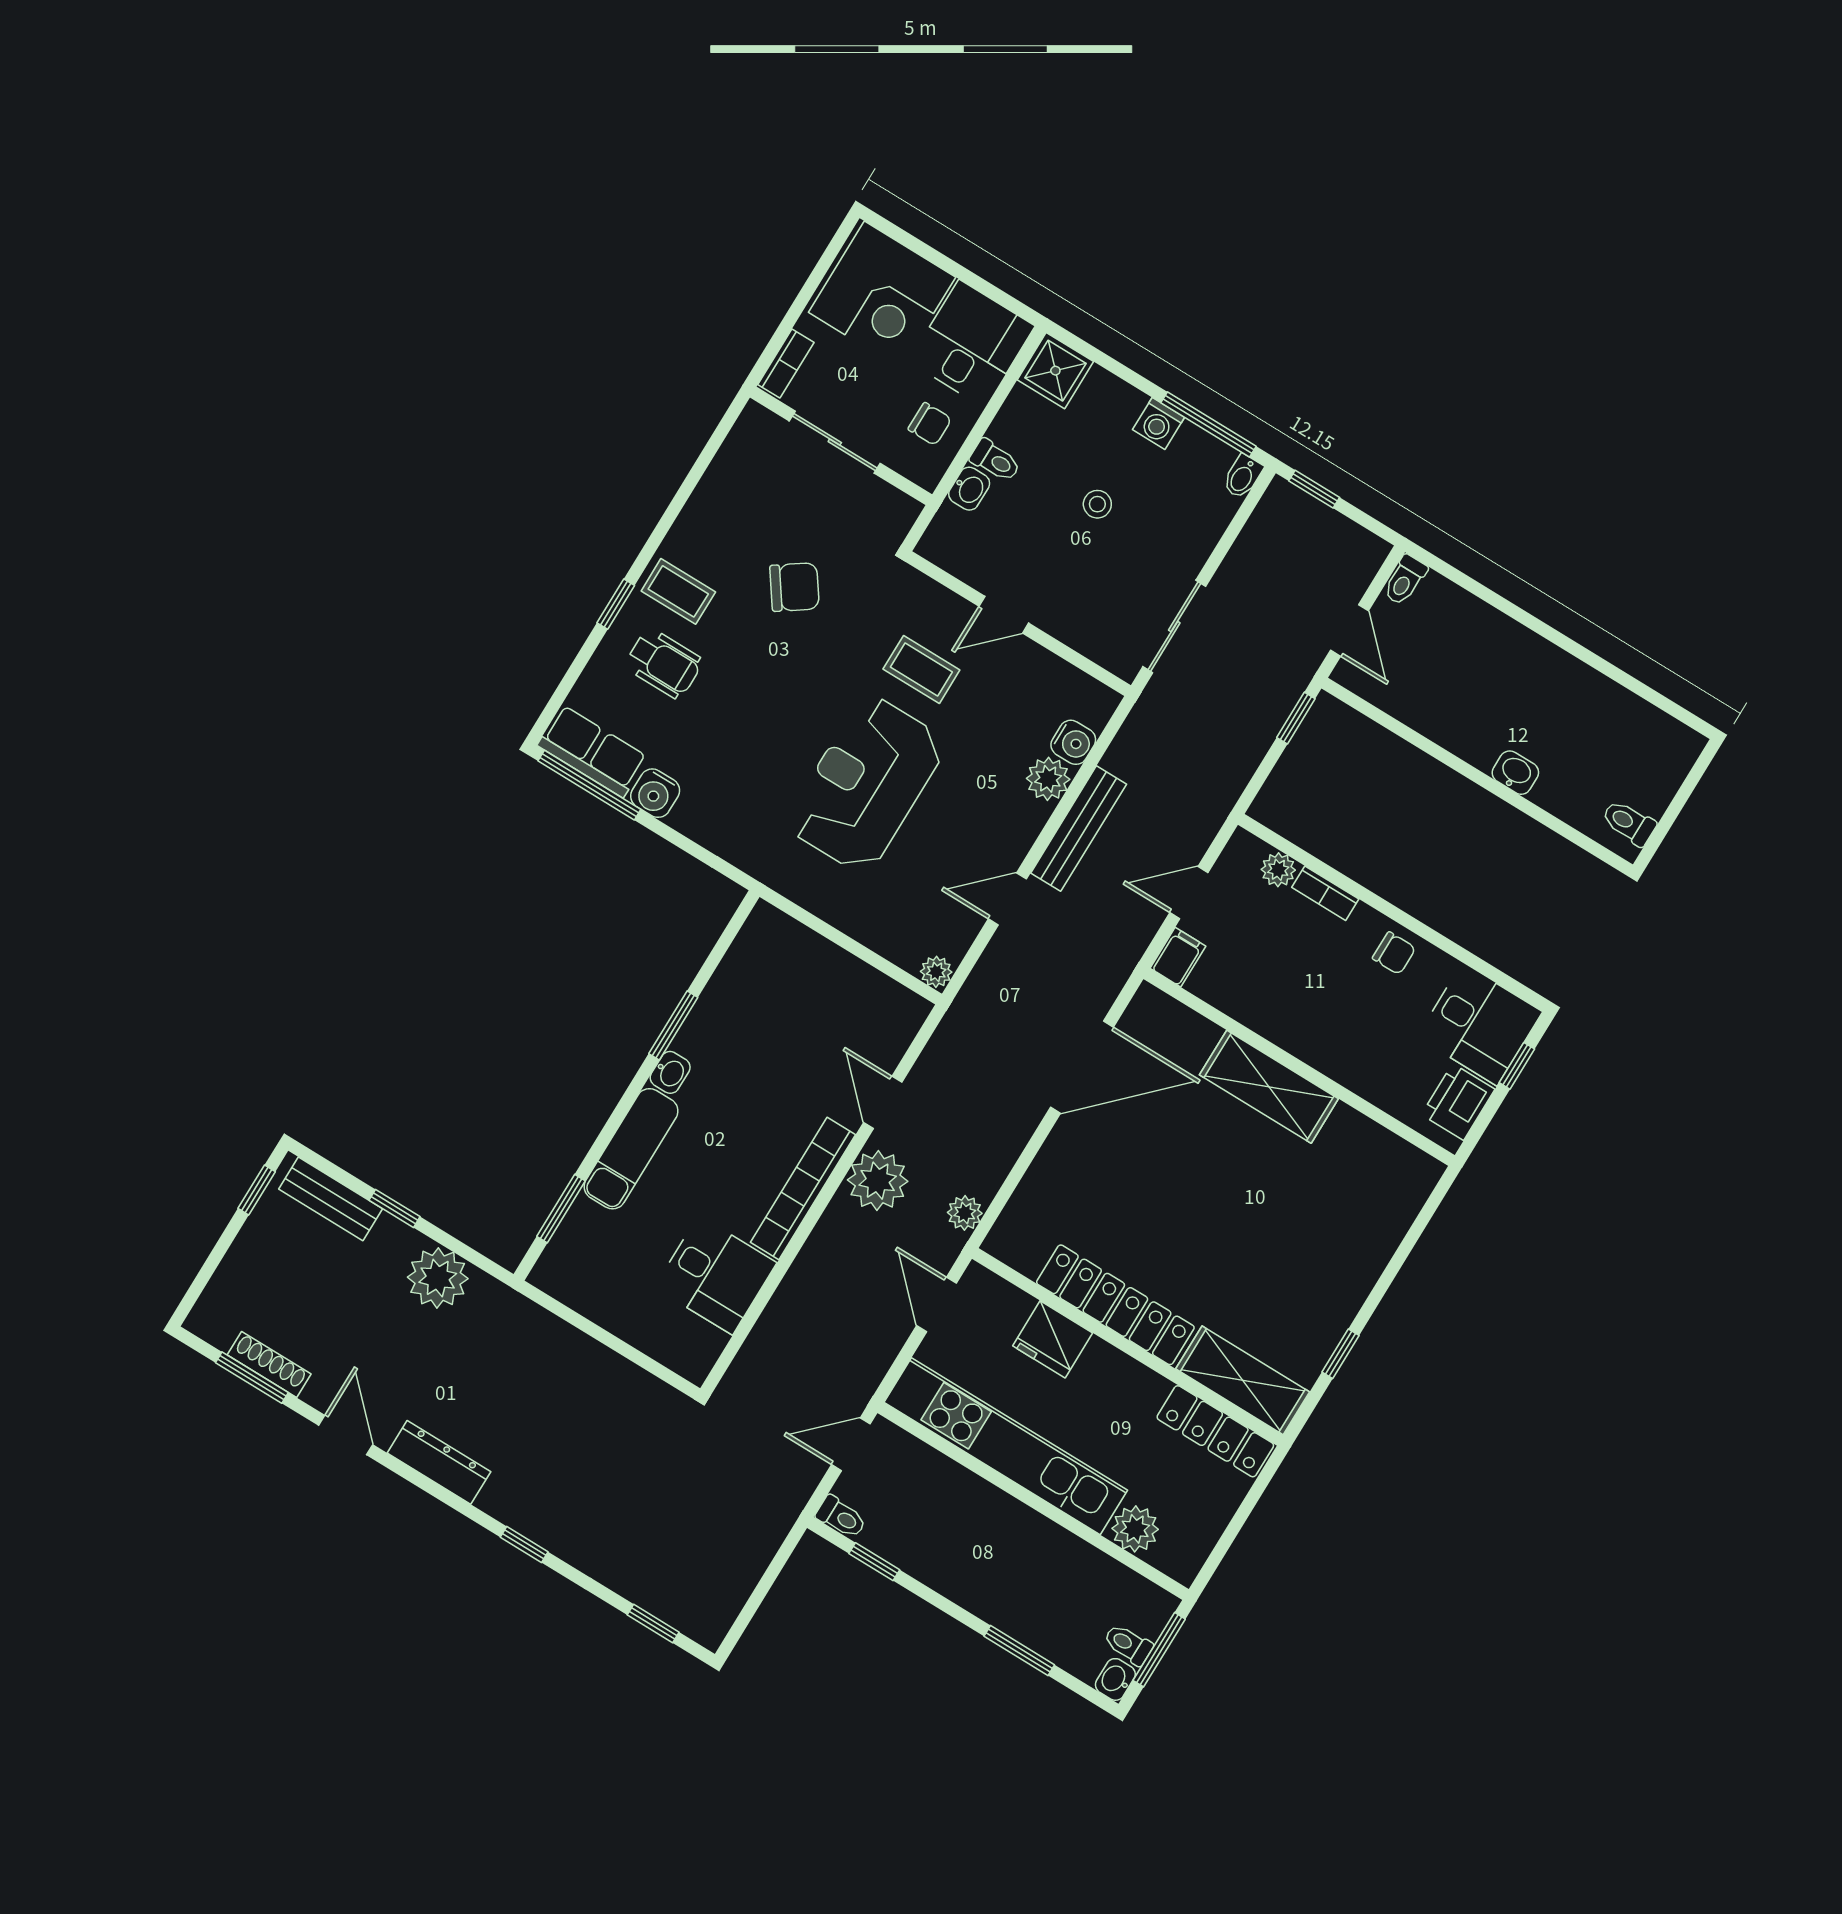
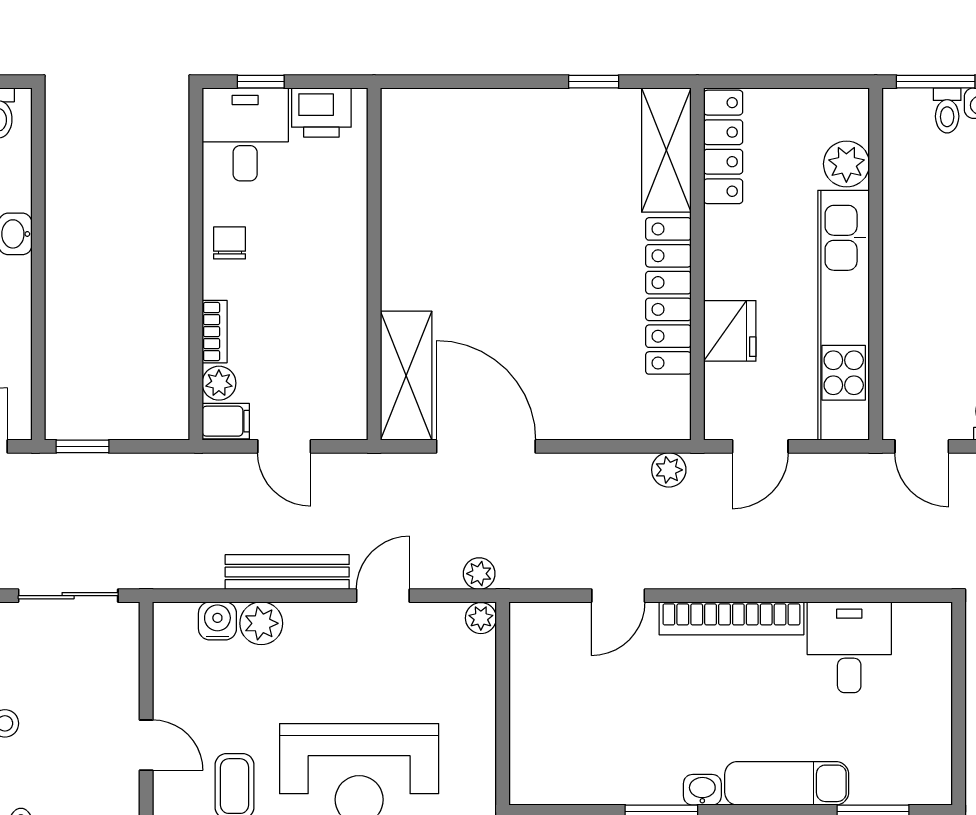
door: (1007, 899) -> (383, 596), swing flipped
filing cabinet: (1178, 957) -> (226, 421), moved, turned 180
shelving: (1269, 1087) -> (406, 376), moved
plant: (878, 1181) -> (479, 574), moved, width x0.53, depth x0.53

